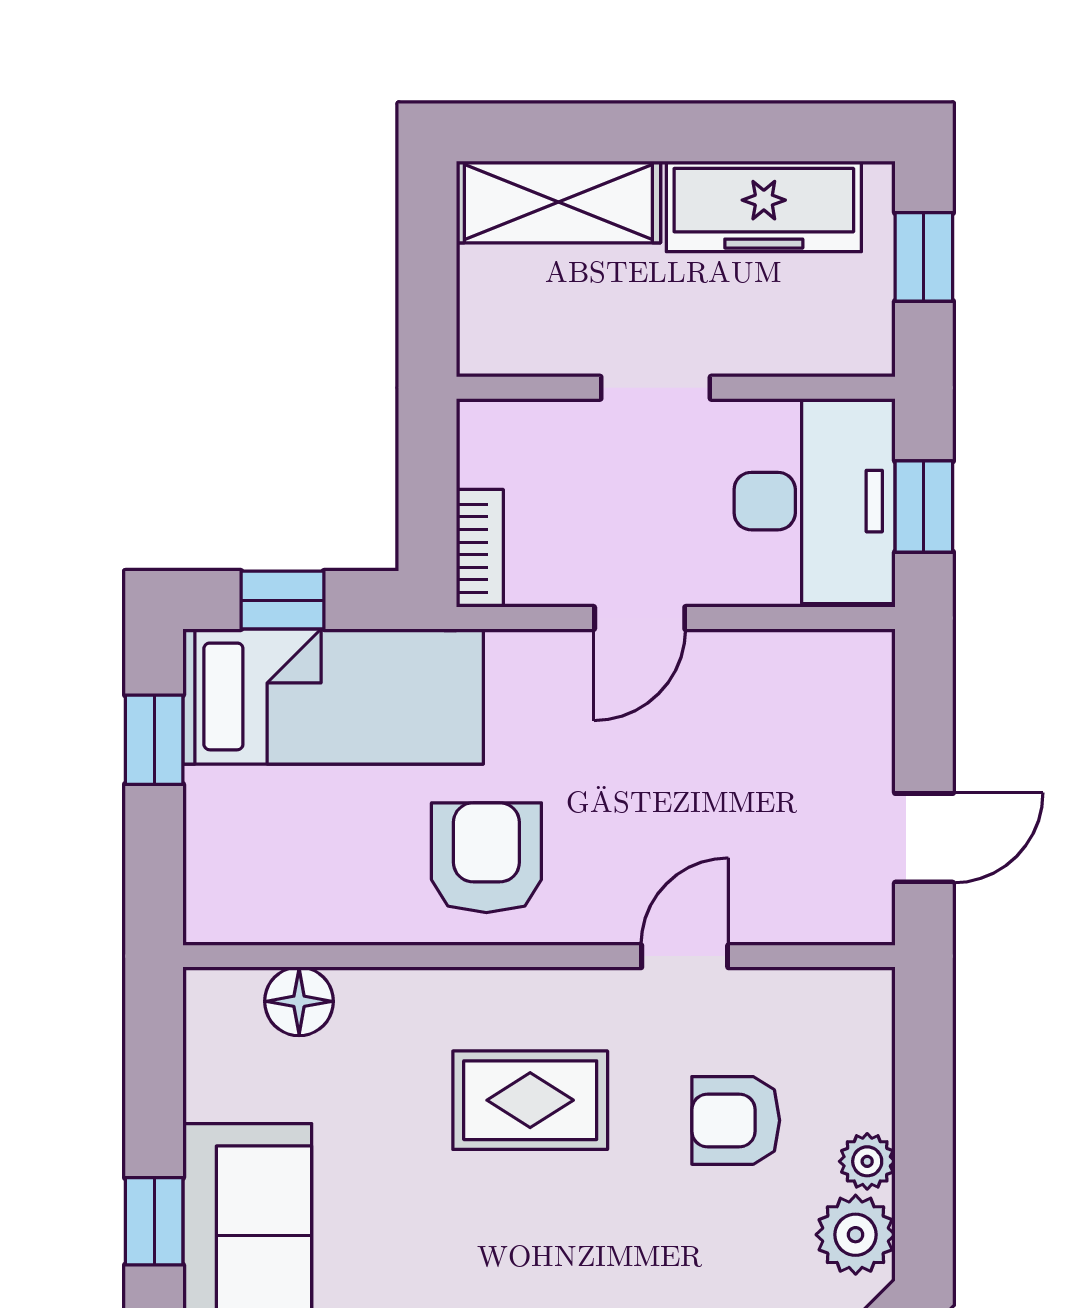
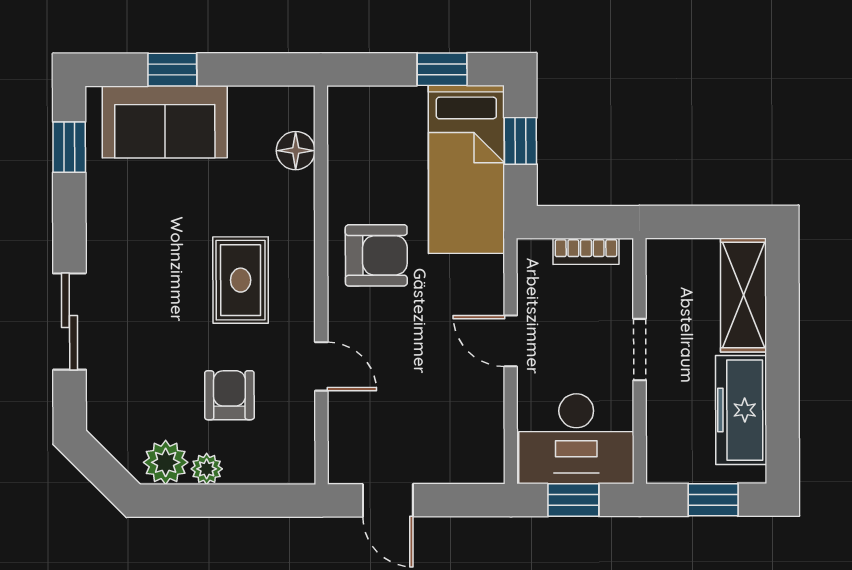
bookcase: (480, 548) -> (586, 251), moved

